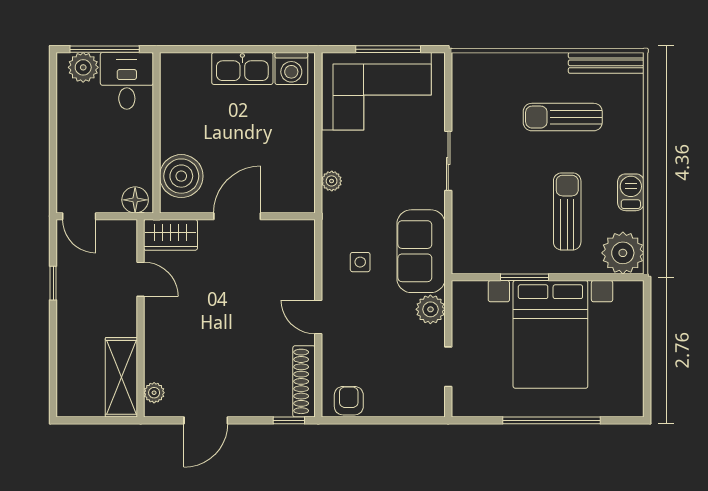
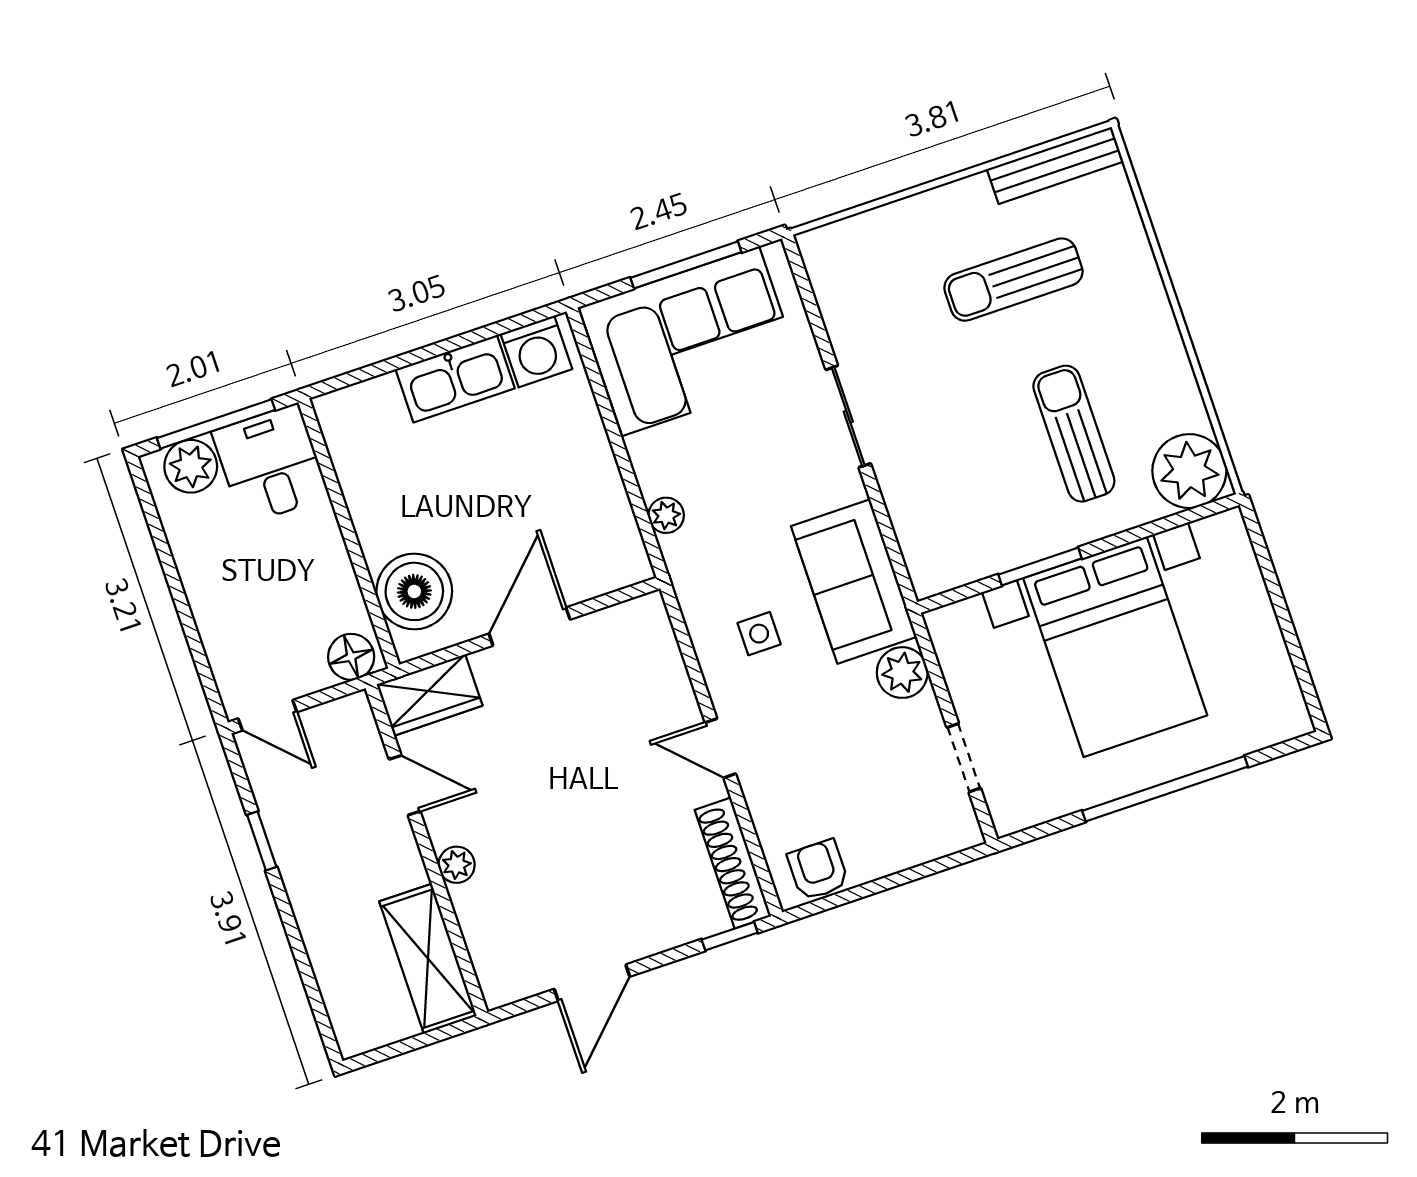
barbecue: (631, 192) -> (1169, 366), removed
plant: (154, 393) -> (457, 865), moved

